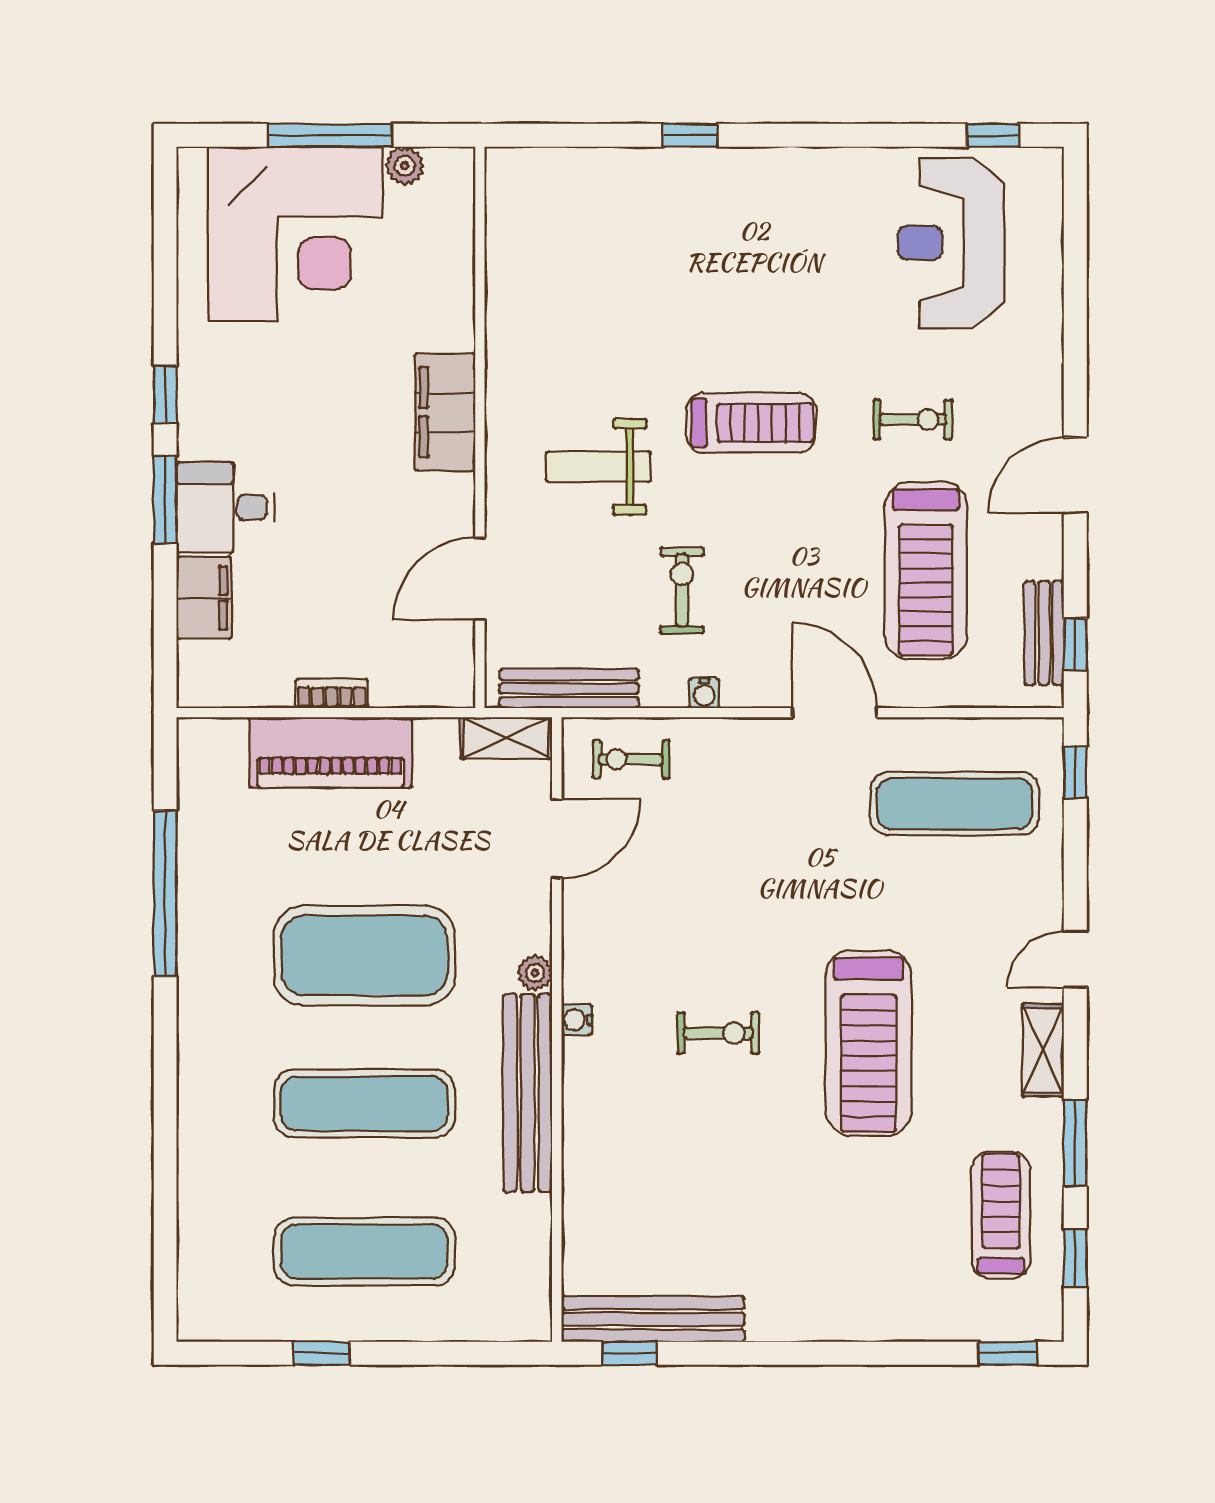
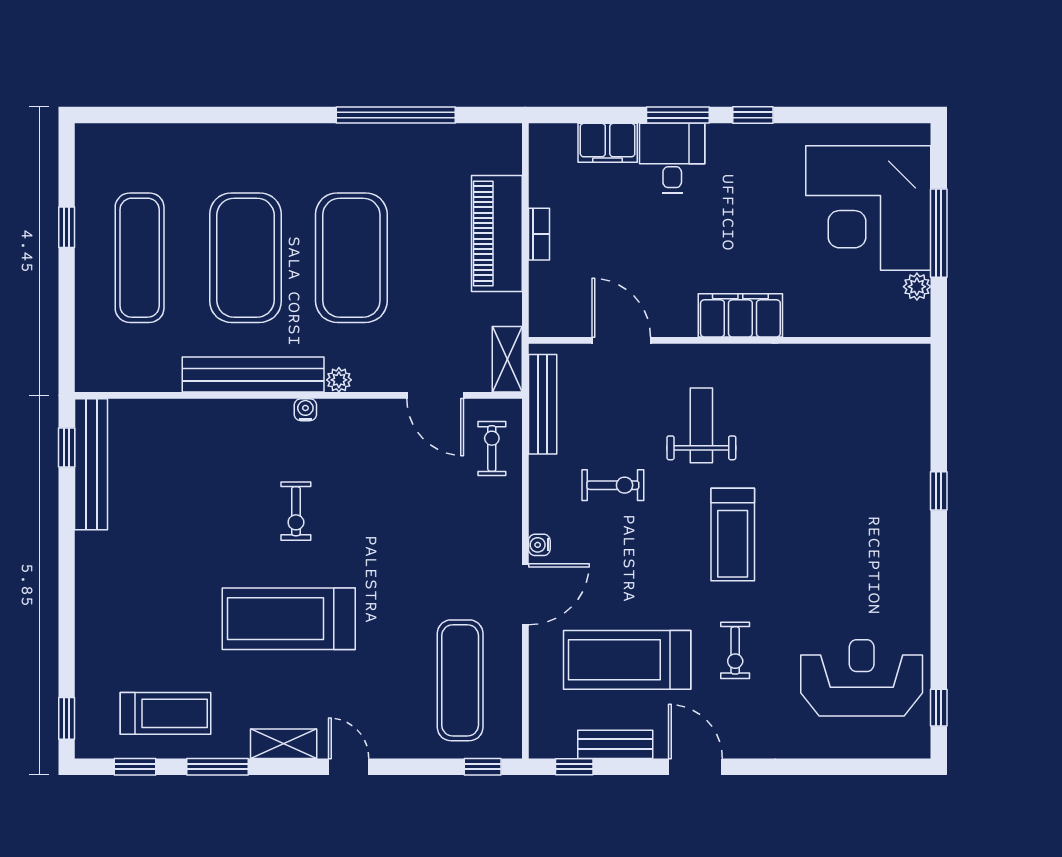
bench: (1044, 633) -> (615, 744), moved
water cooler: (704, 693) -> (539, 545), moved
exercise mat: (364, 1104) -> (245, 258), width x1.47

